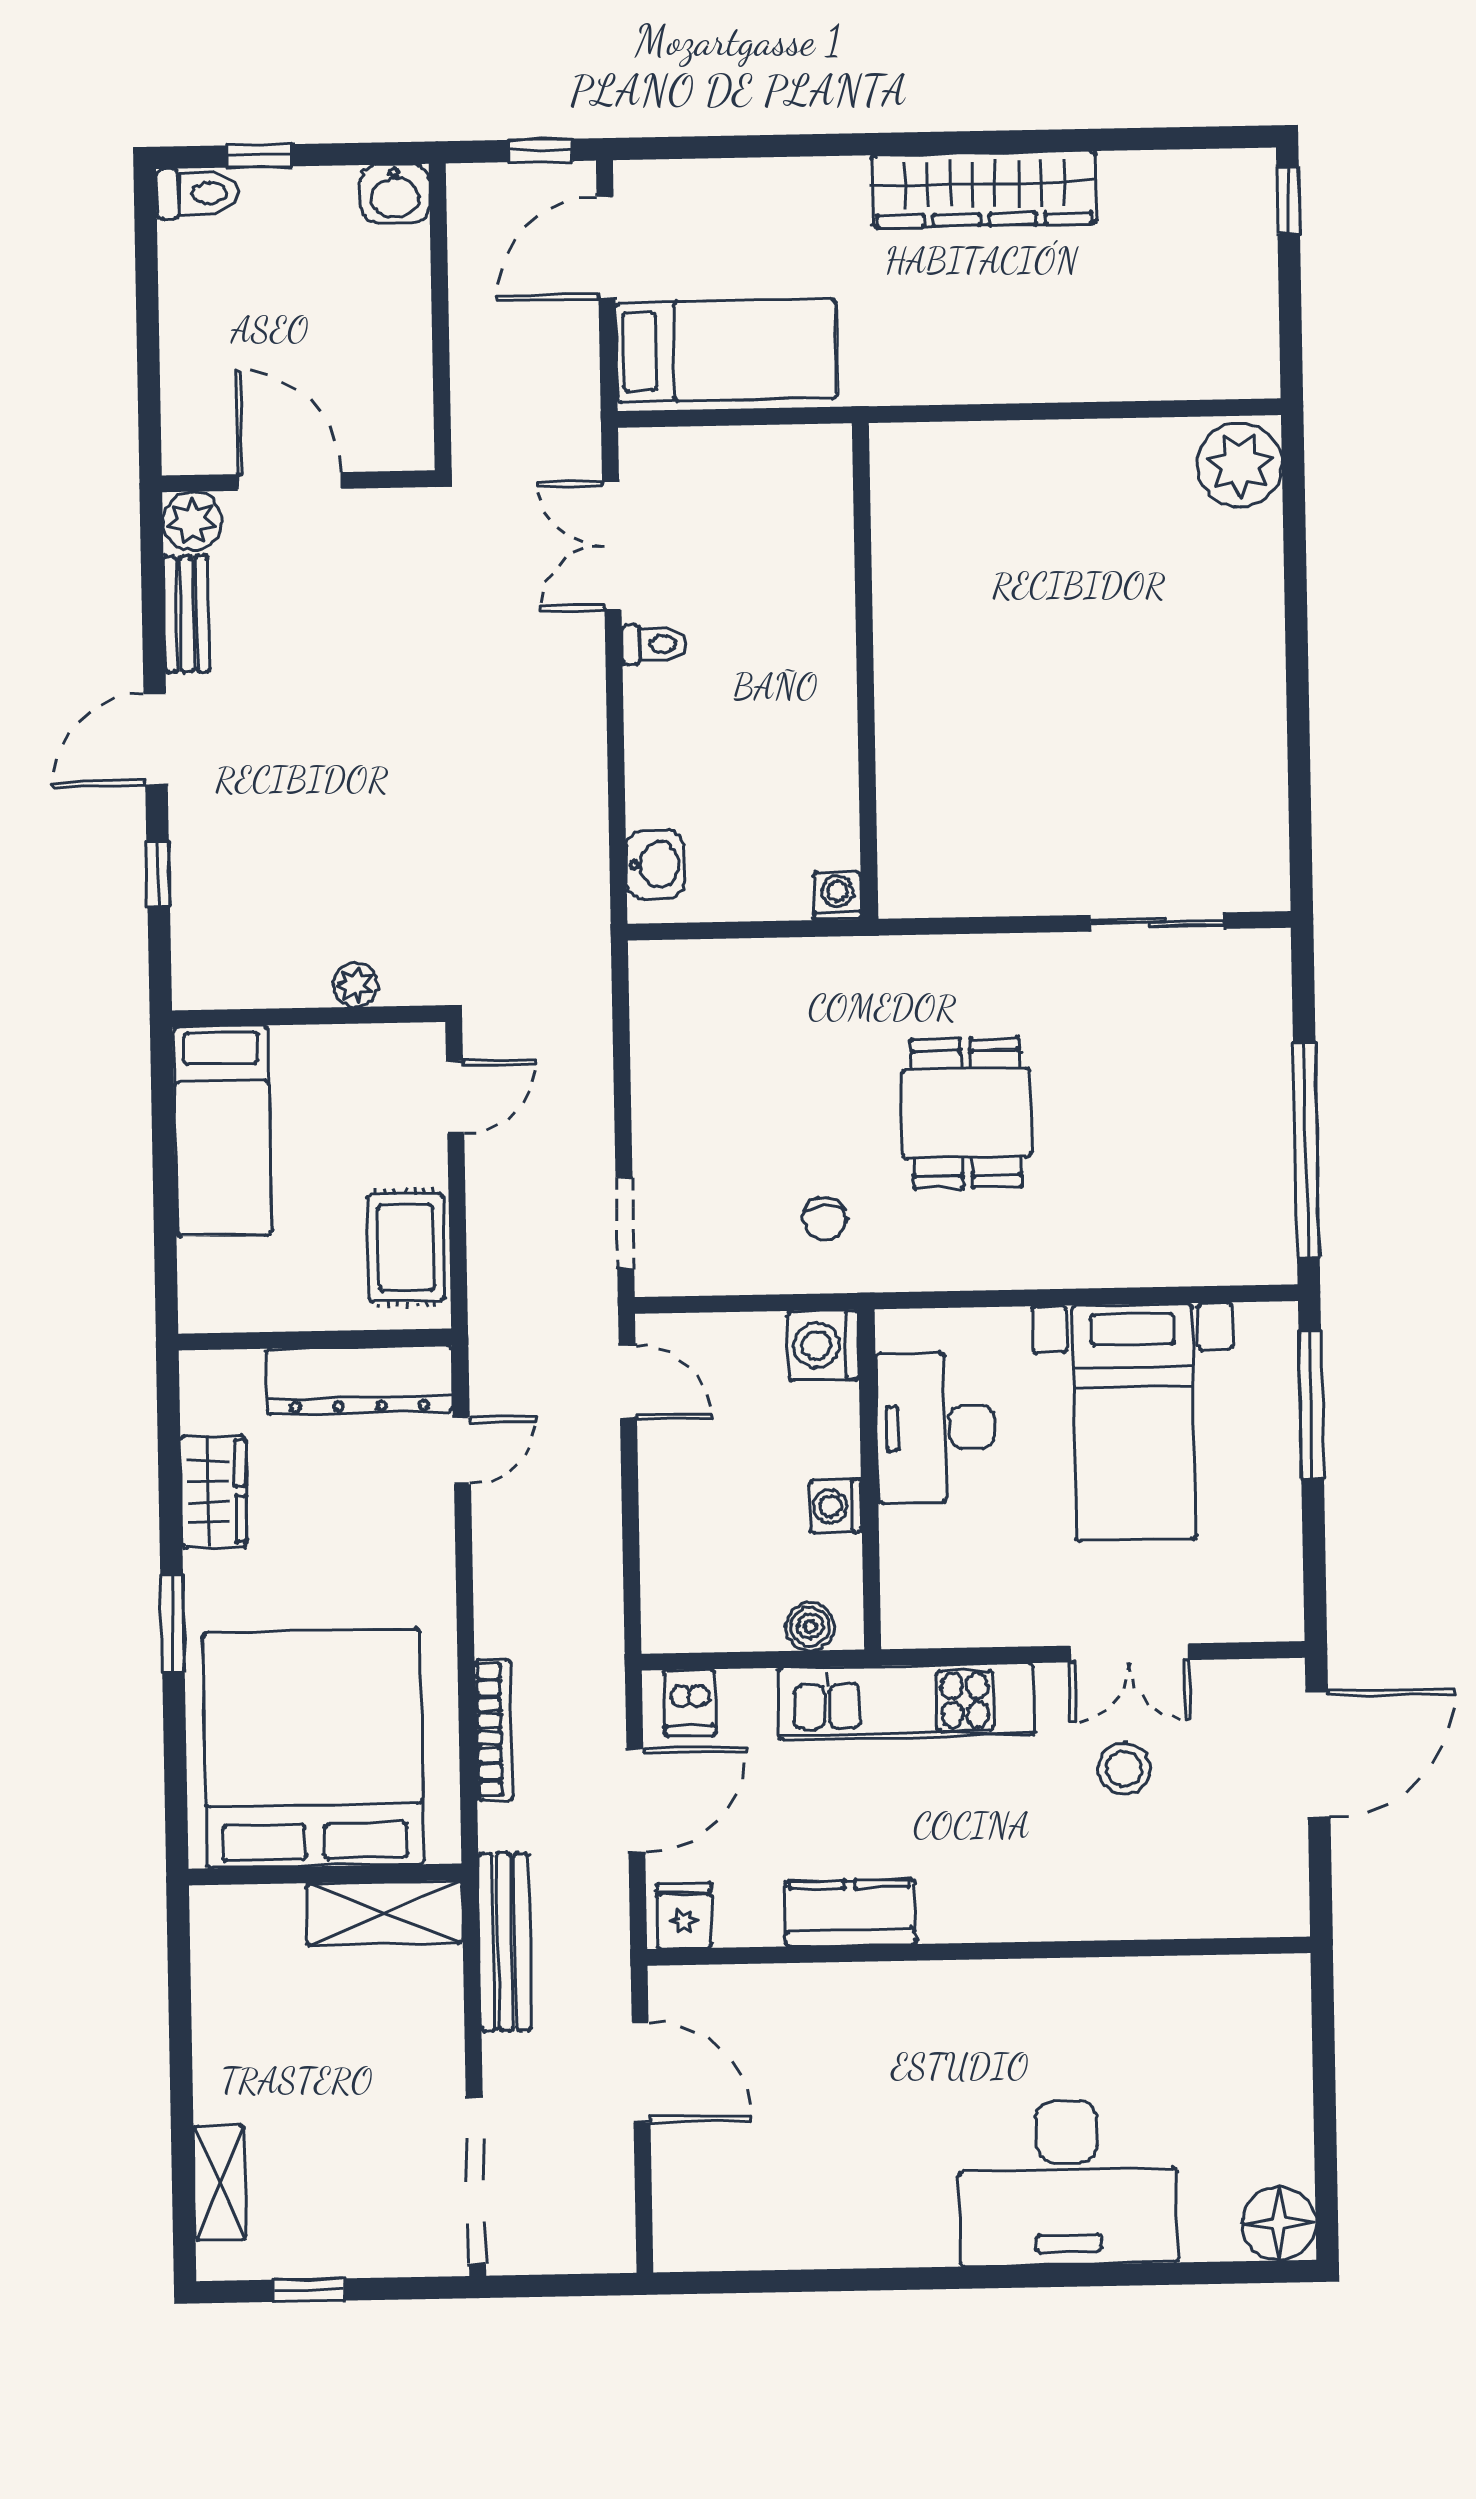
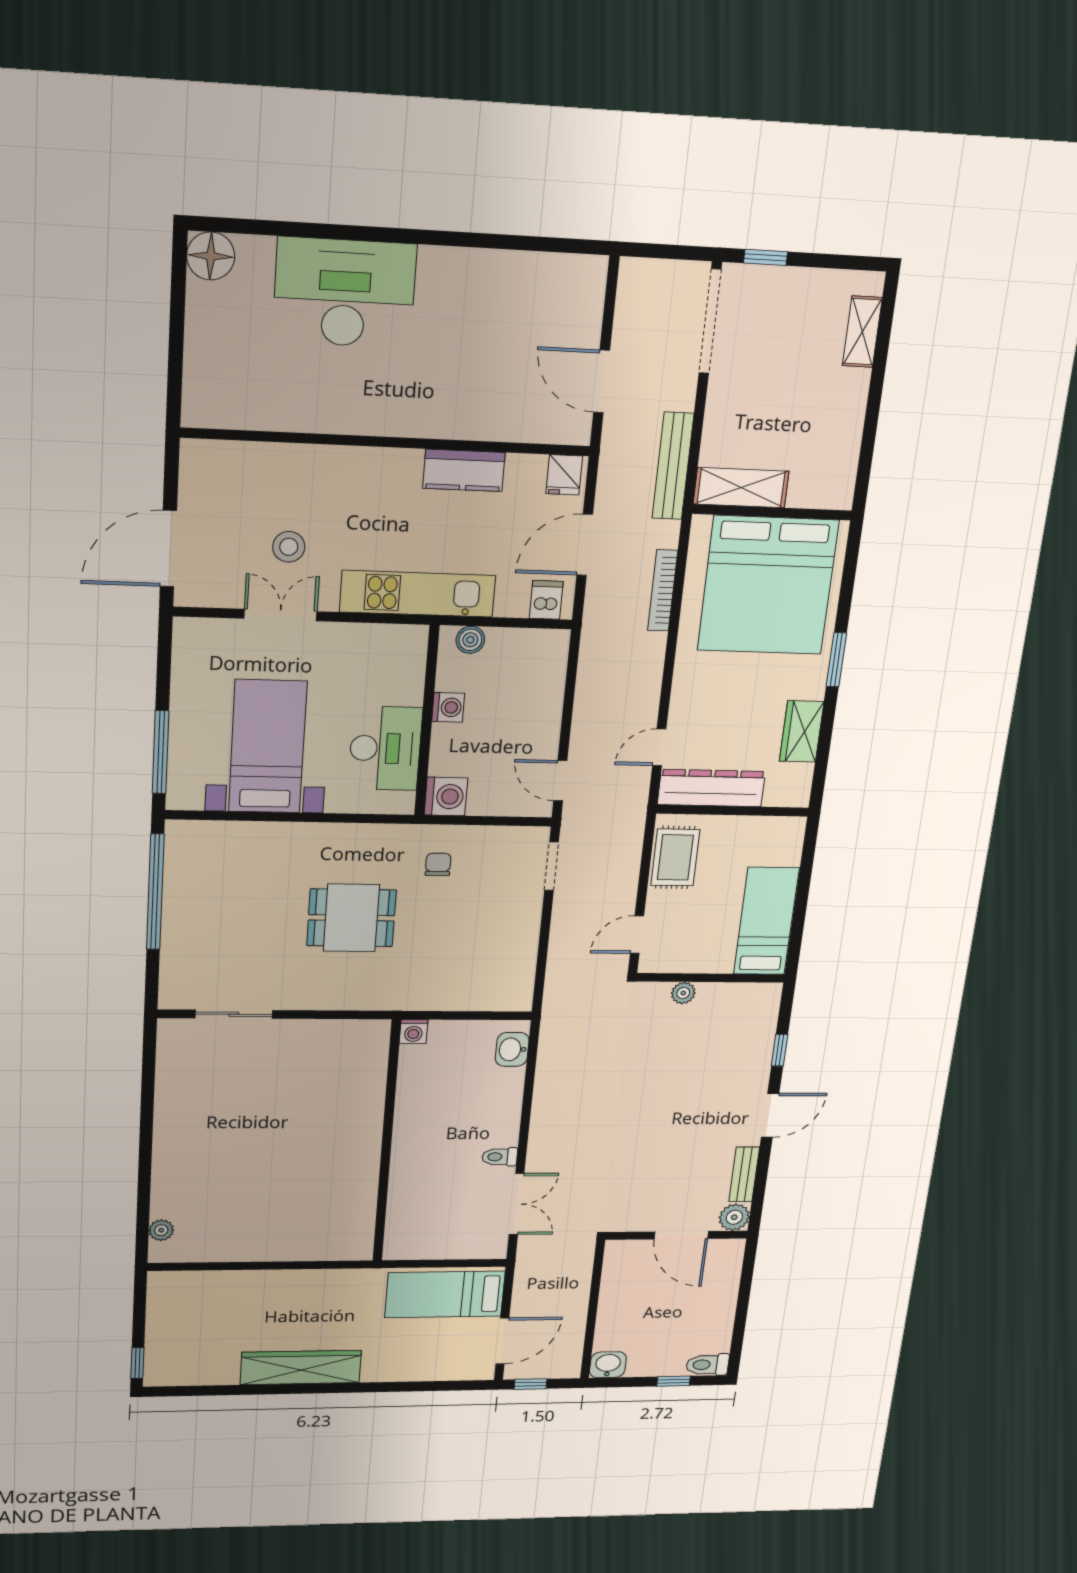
plant: (1240, 465) -> (161, 1230), width x0.53, depth x0.53
dining table: (966, 1113) -> (351, 918), turned 90
window: (309, 2290) -> (765, 257), moved

